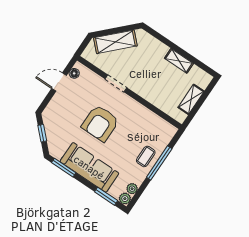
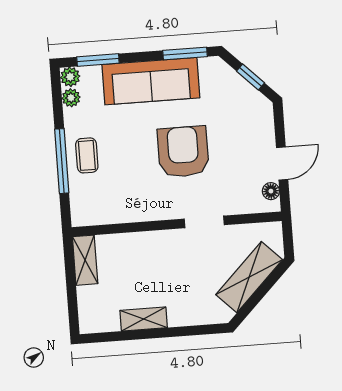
shelving: (191, 99) -> (85, 260), moved

